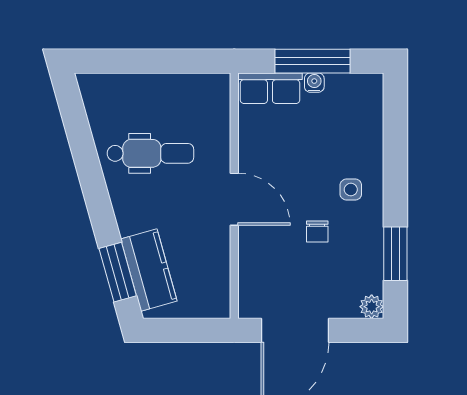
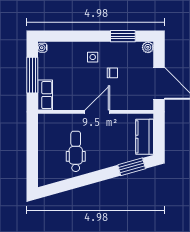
water cooler: (314, 83) -> (42, 48), moved
kitchen counter: (149, 270) -> (145, 137), moved, turned -74

